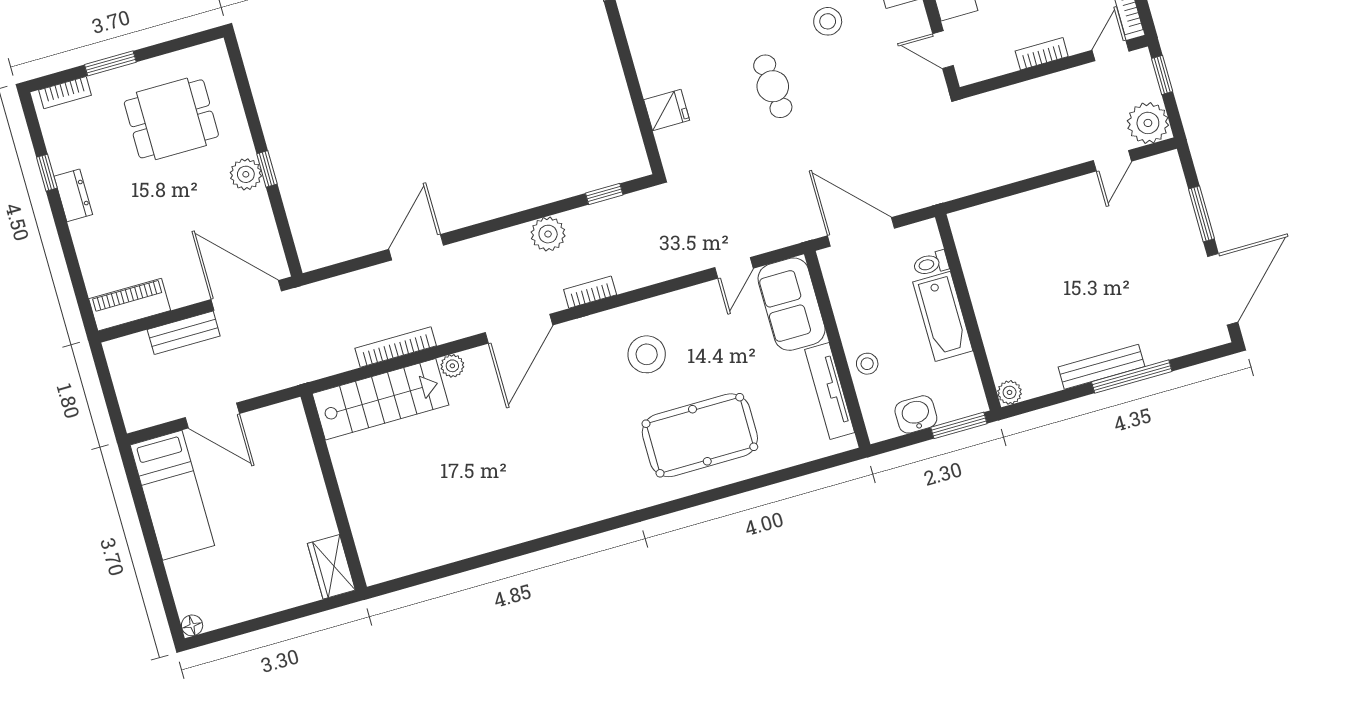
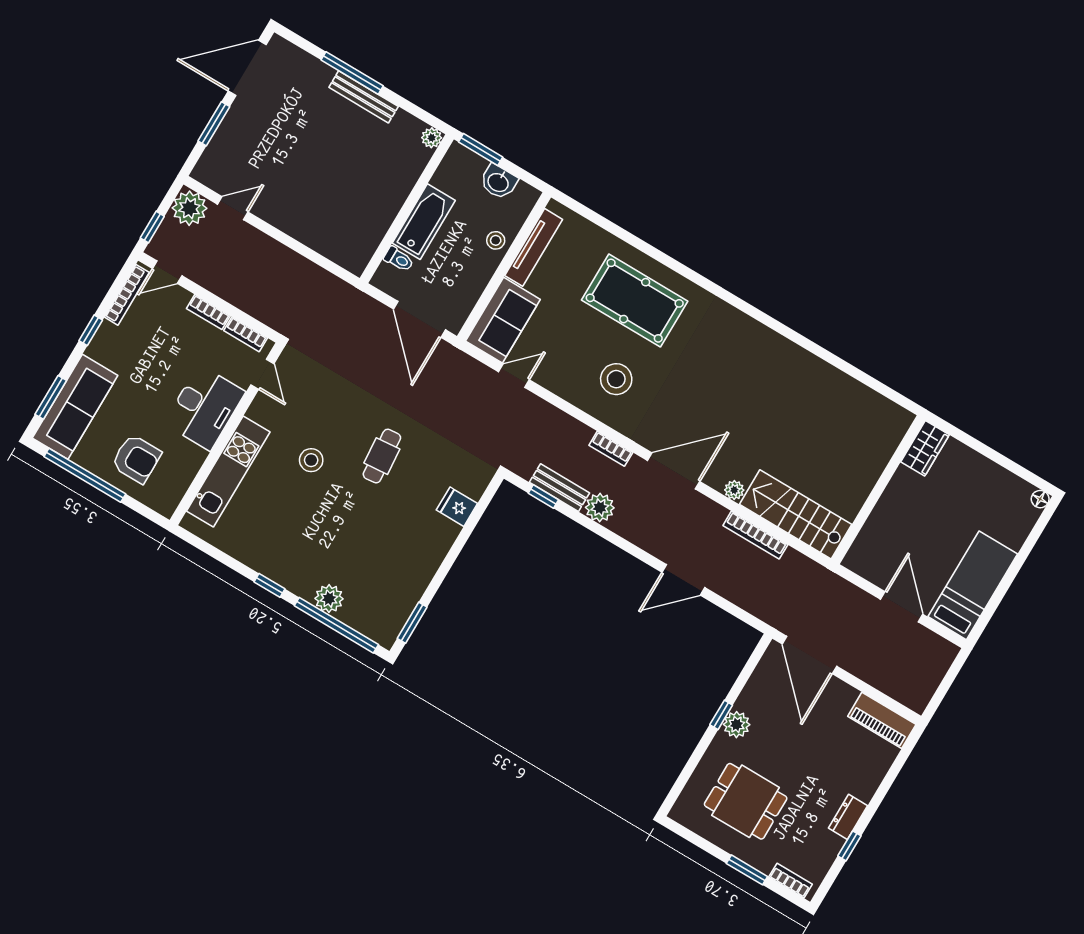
bookcase: (992, 68) -> (246, 334), added
bench: (184, 333) -> (559, 488), moved

